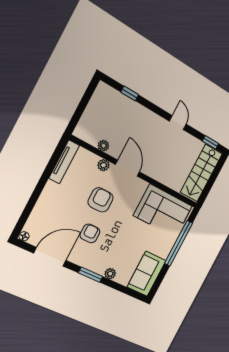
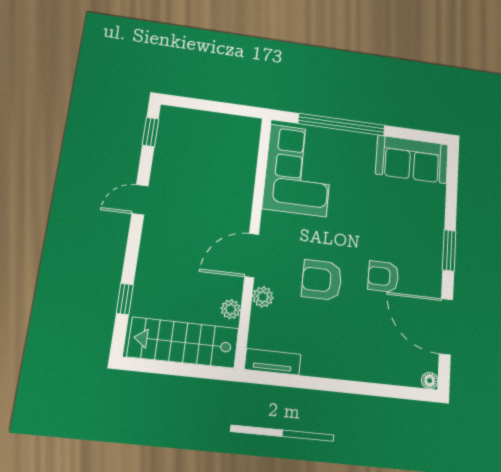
tv unit: (64, 162) -> (273, 362), width x0.71
stairs: (201, 173) -> (183, 343), moved, turned 180
plant: (110, 274) -> (435, 219), removed

